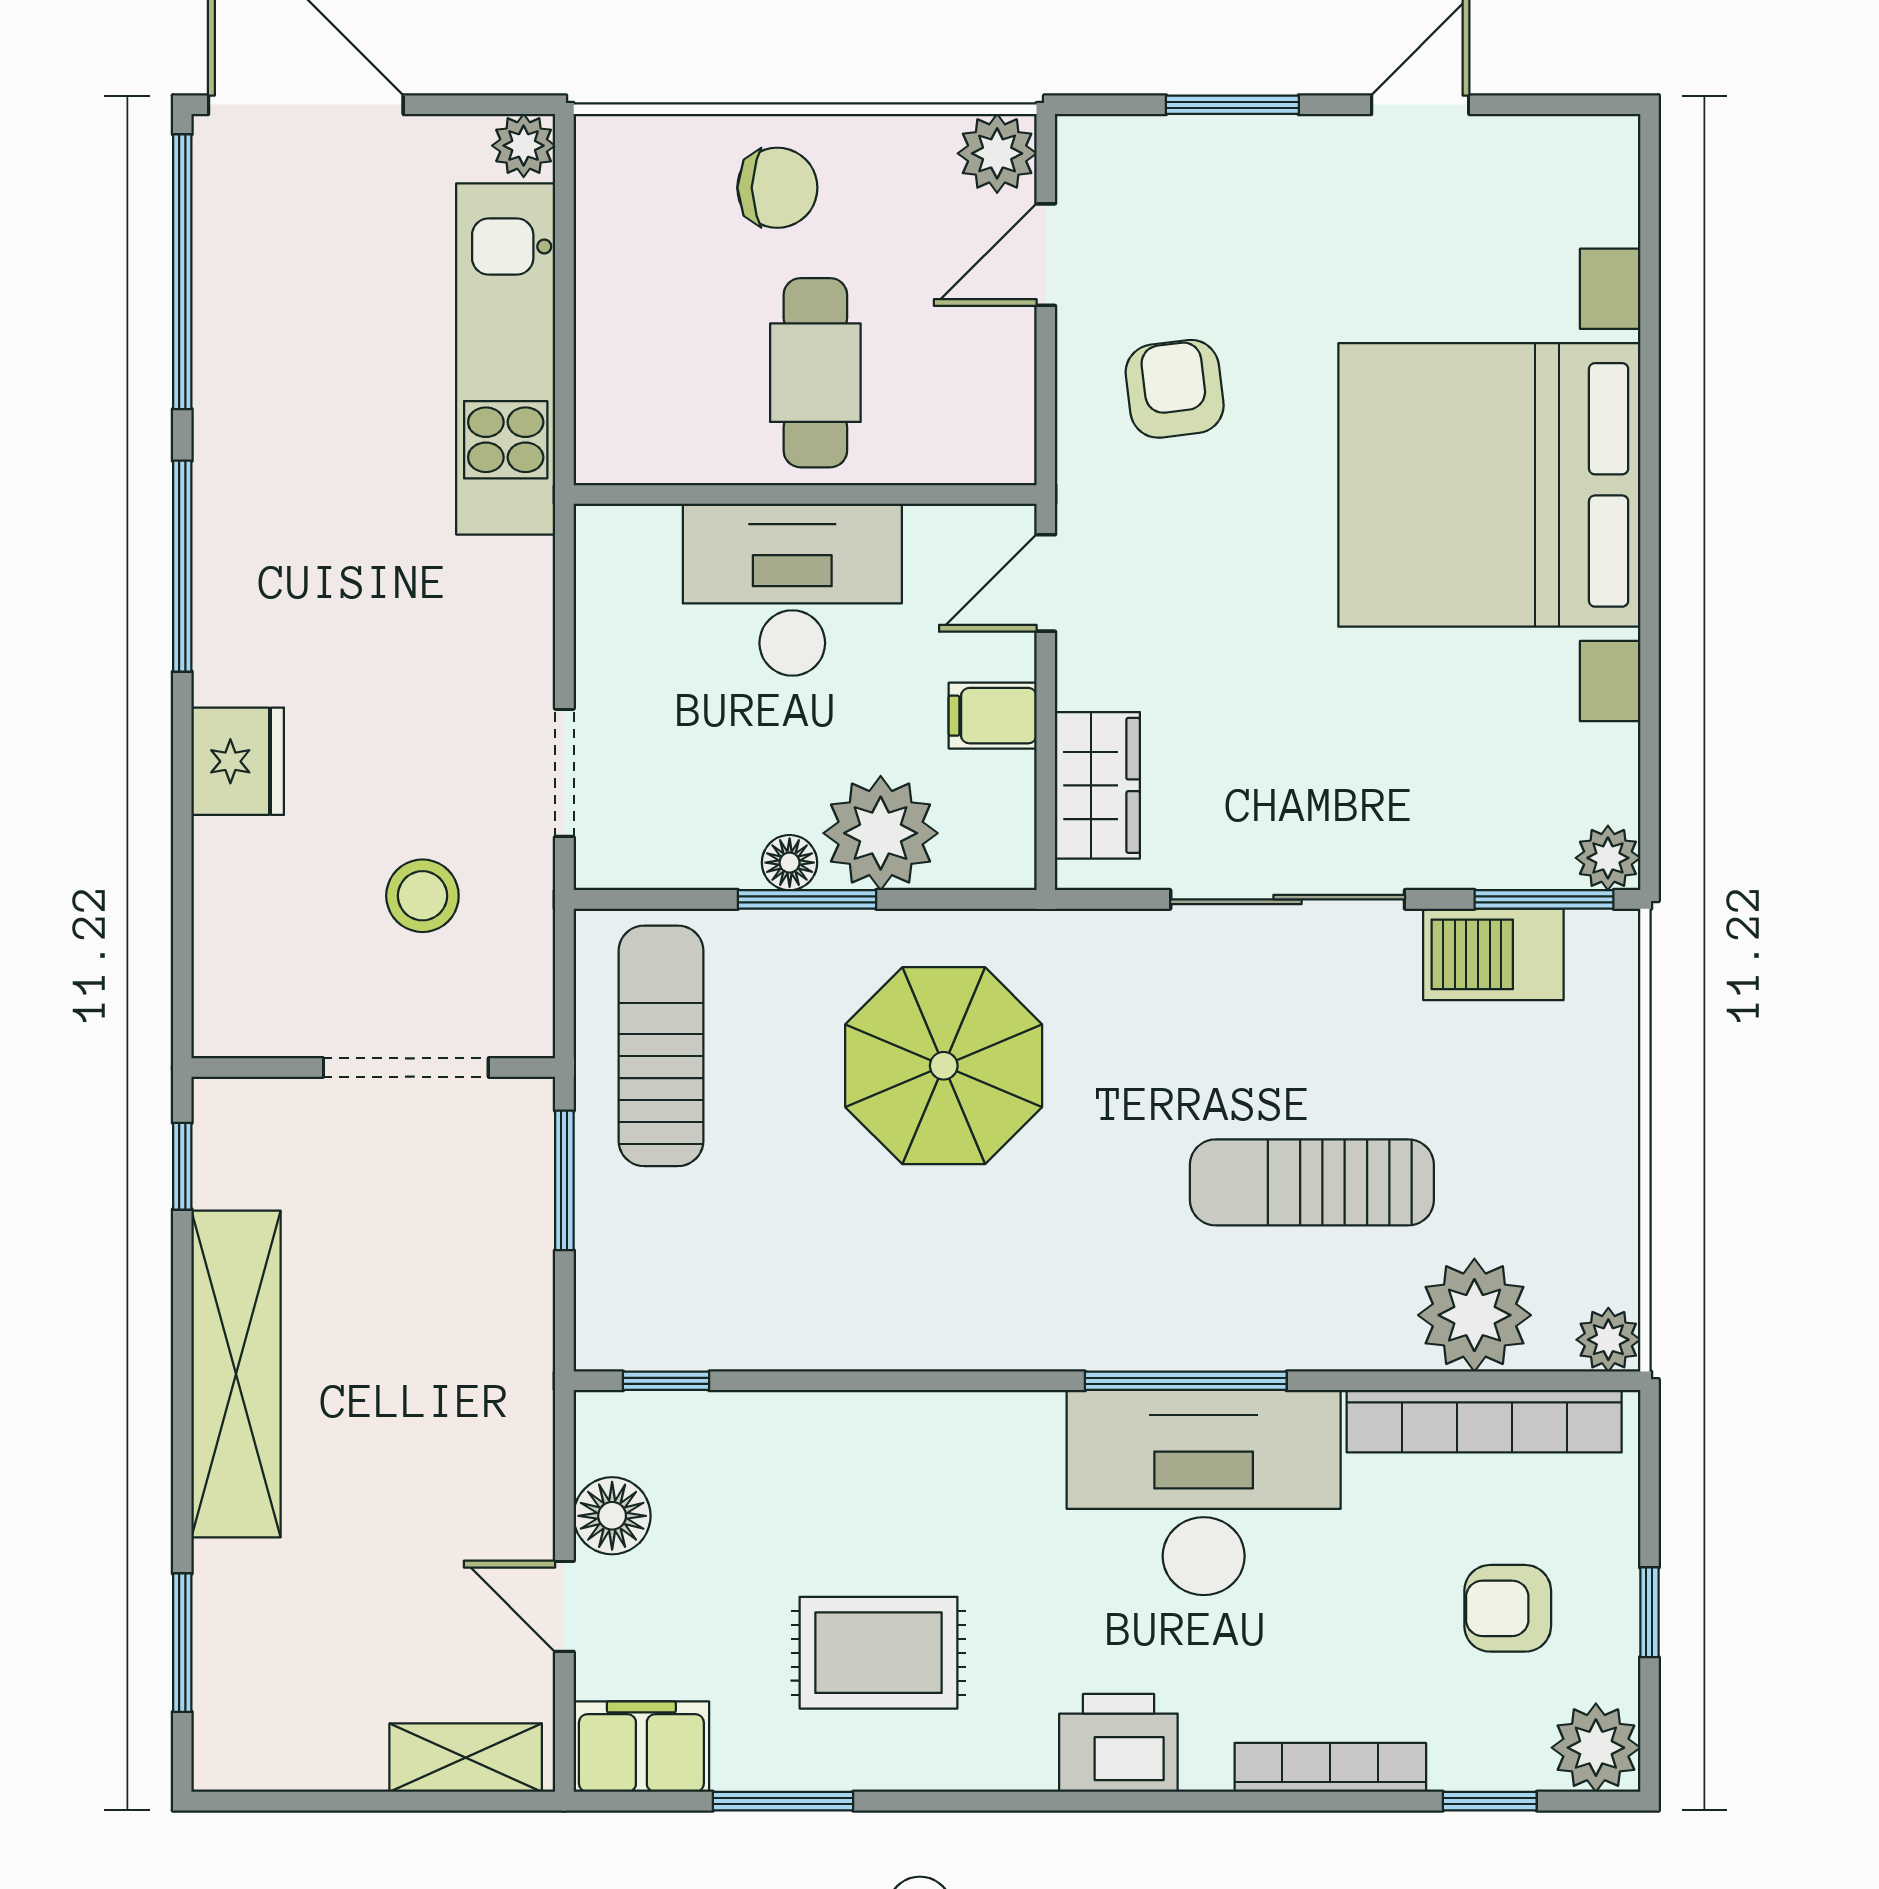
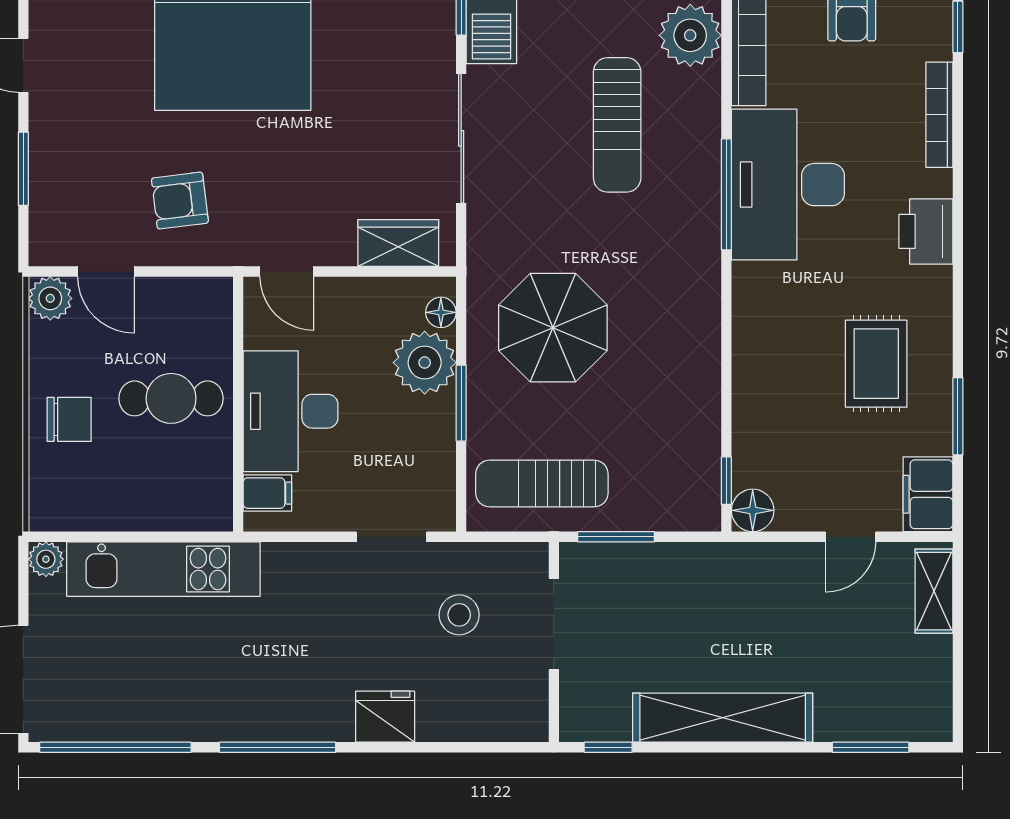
chair: (777, 188) -> (69, 419), turned 90
filing cabinet: (993, 716) -> (267, 493), moved, turned -90
floor lamp: (790, 863) -> (441, 312), moved
floor lamp: (612, 1516) -> (753, 510), moved

